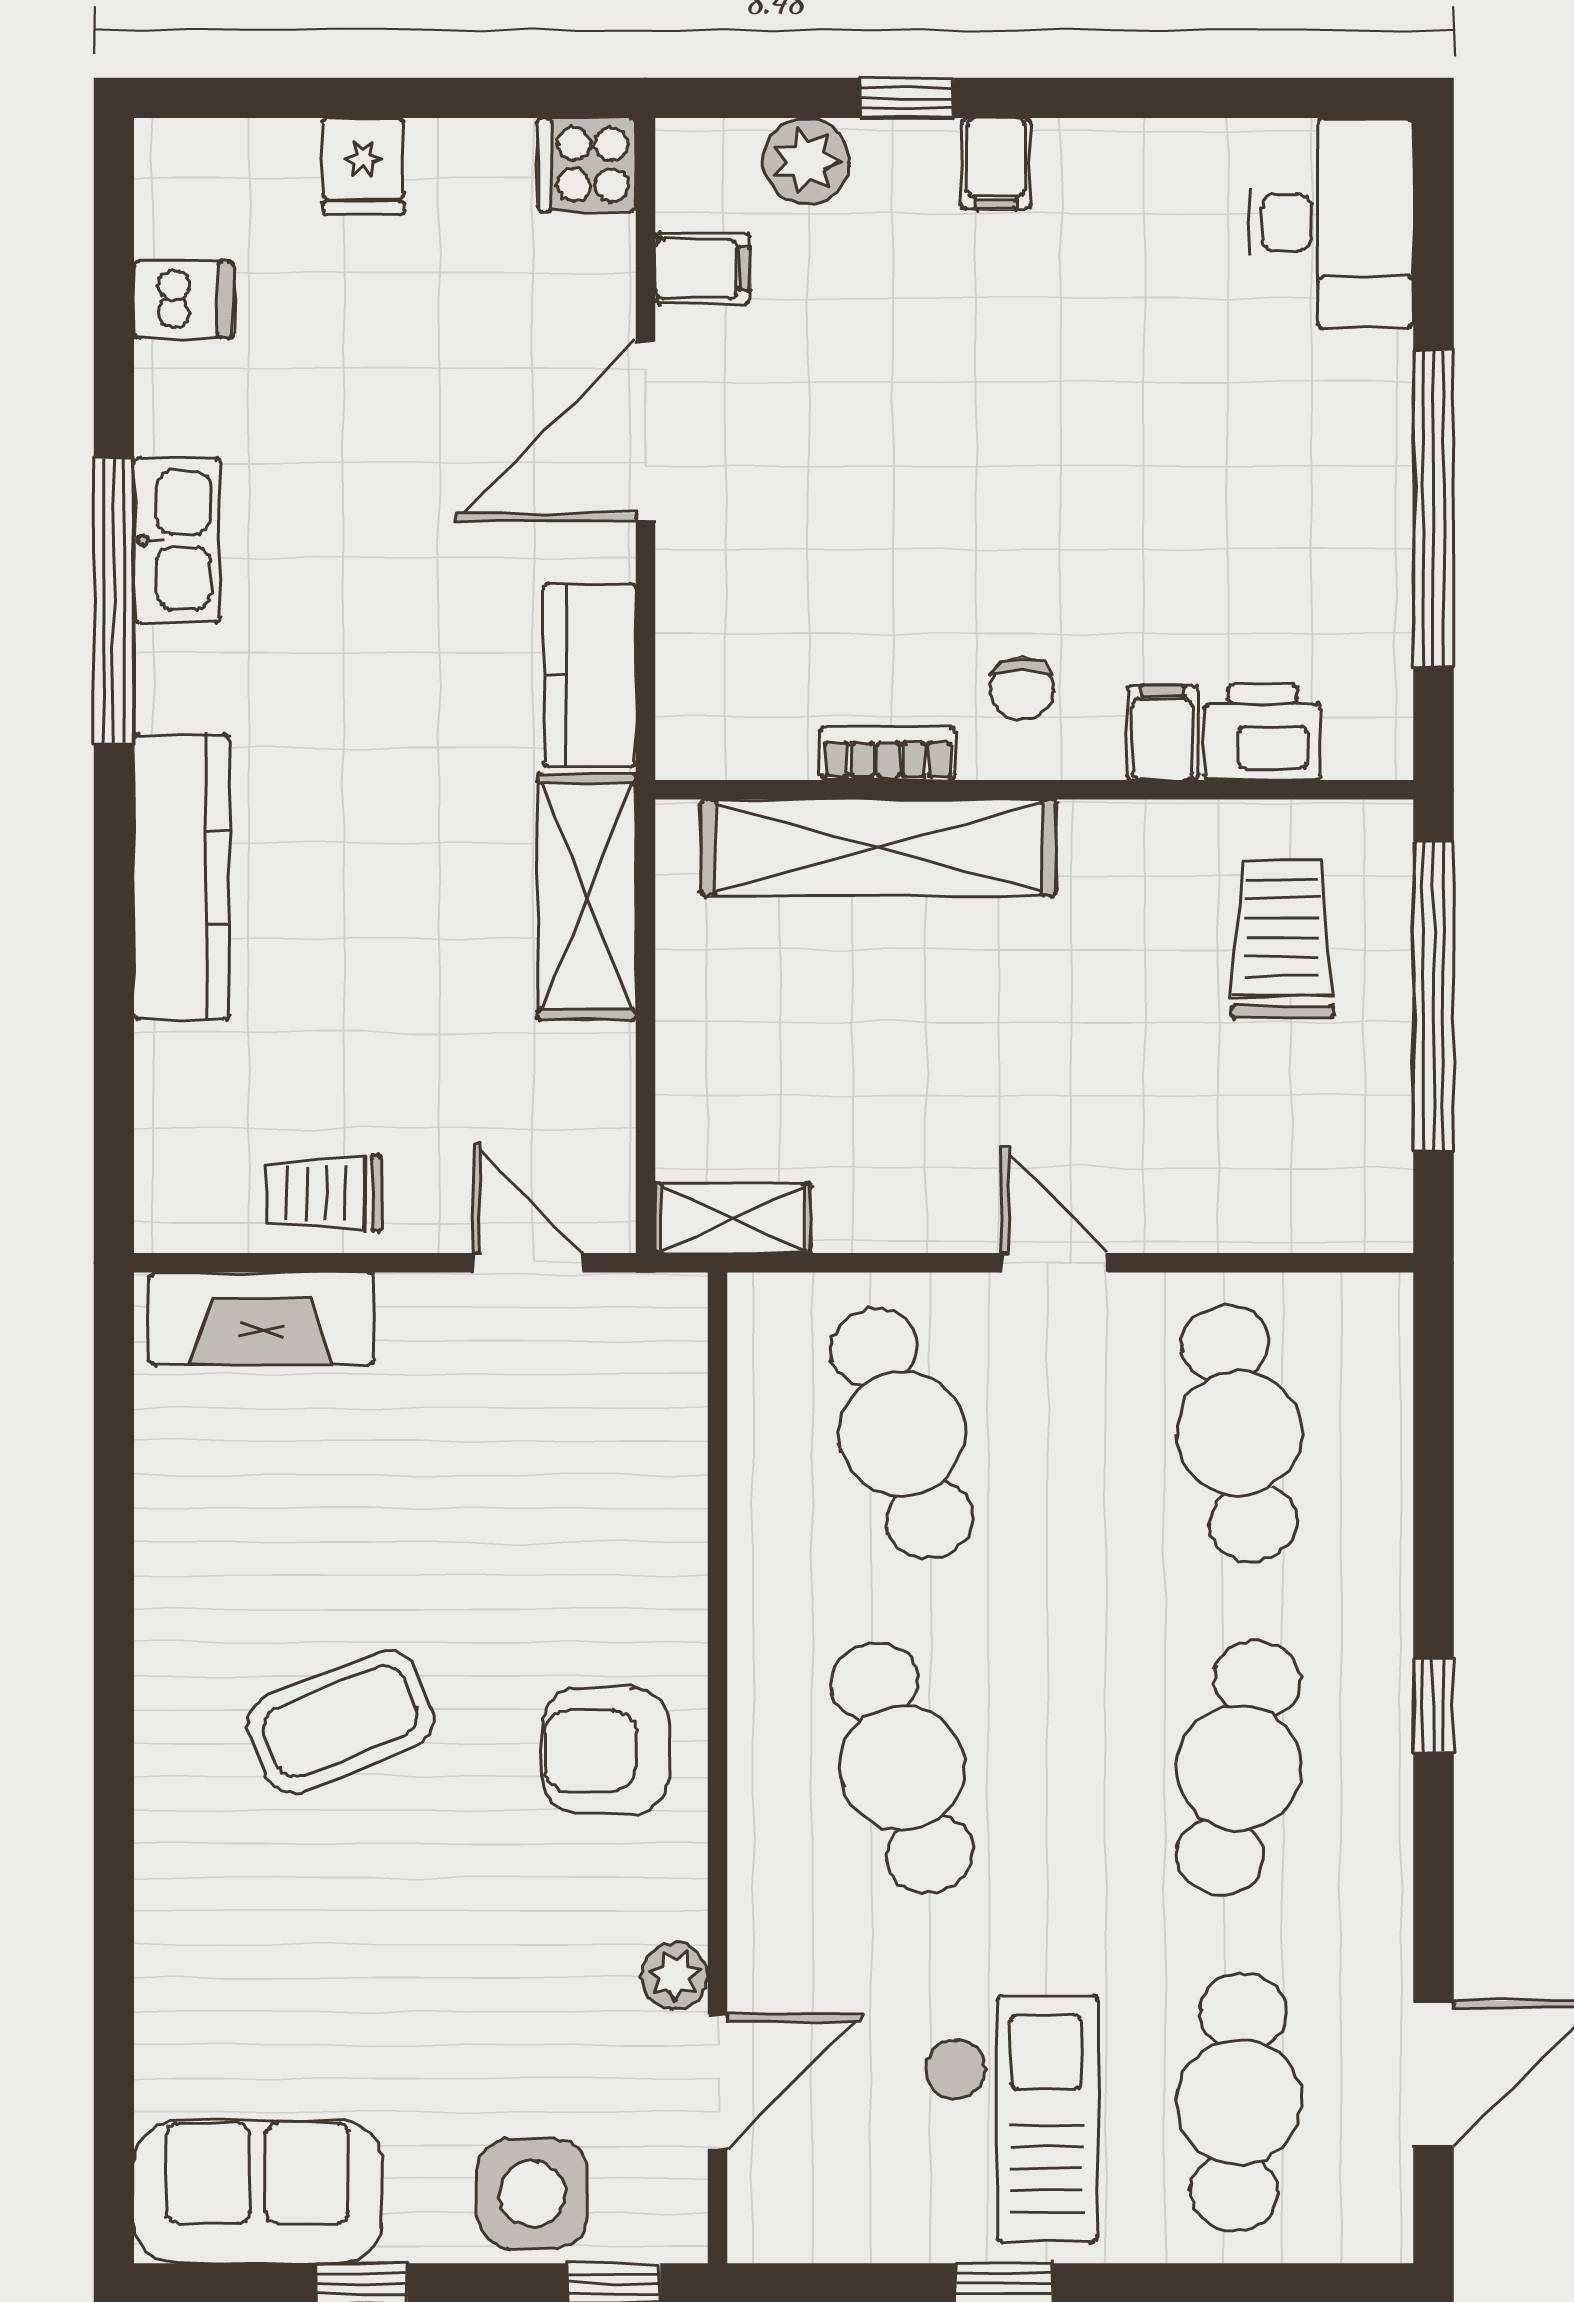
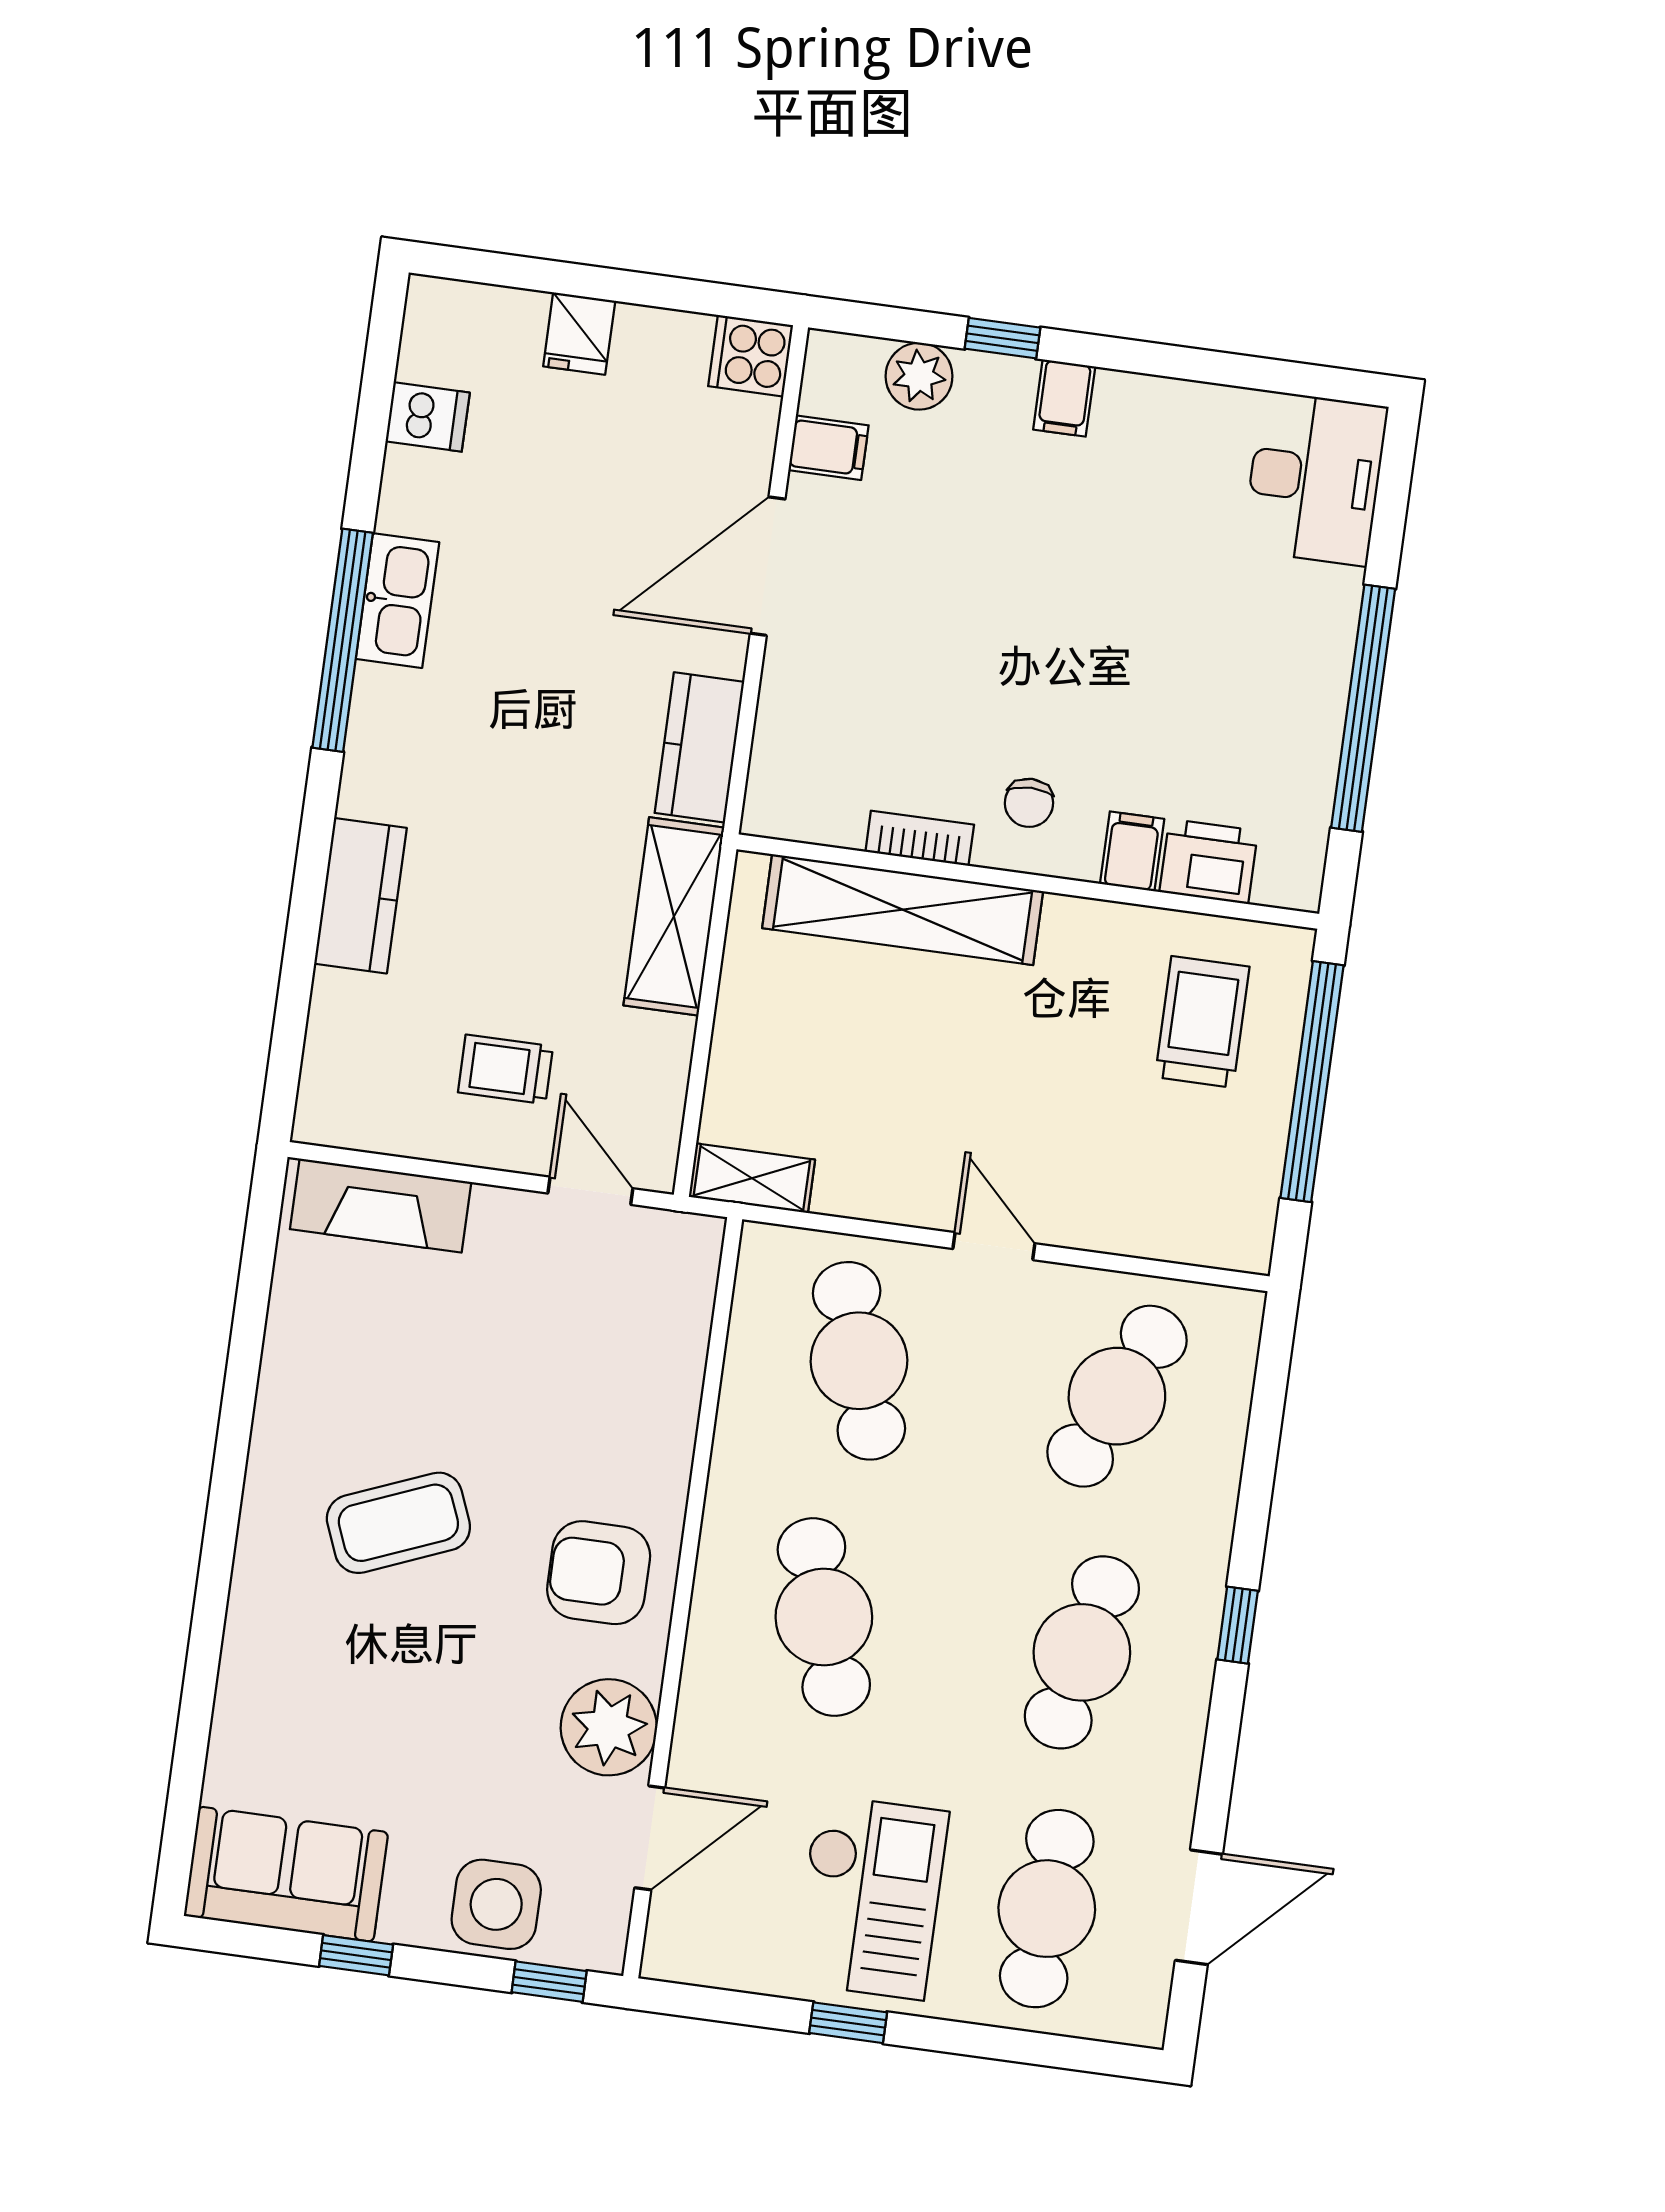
kitchen counter: (181, 877) -> (360, 896), width x0.67
trolley: (324, 1193) -> (506, 1069), moved
cafe table: (1239, 1433) -> (1117, 1396), turned 33
plant: (675, 1976) -> (609, 1727), width x1.87, depth x1.87

